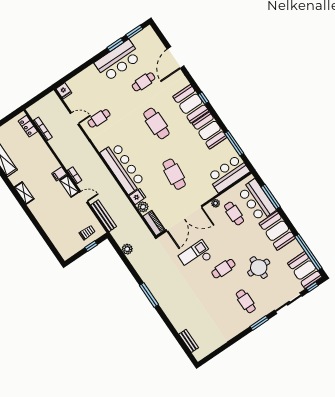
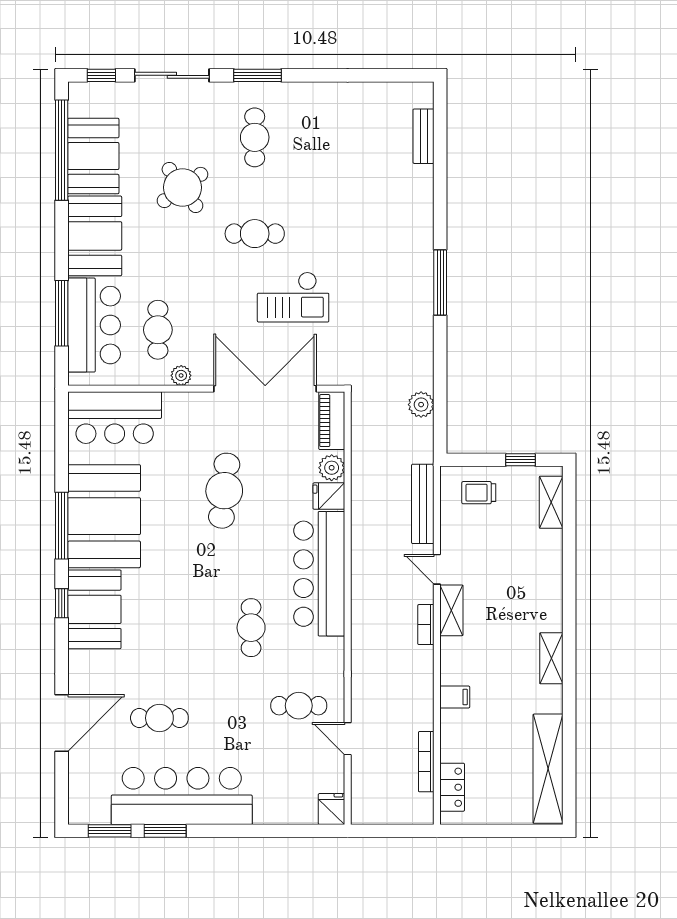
bar counter: (118, 61) -> (182, 796), width x1.36
cafe table: (156, 123) -> (251, 628), moved, width x0.73, depth x0.74
booth: (210, 130) -> (104, 516), width x1.36, depth x1.42
window: (234, 143) -> (62, 526), moved
filing cabinet: (59, 174) -> (455, 697), moved
shelving: (60, 246) -> (551, 502), added
window: (91, 246) -> (520, 460), moved
round table: (259, 268) -> (182, 187), turned -36
booth: (305, 270) -> (93, 156), moved

